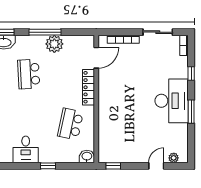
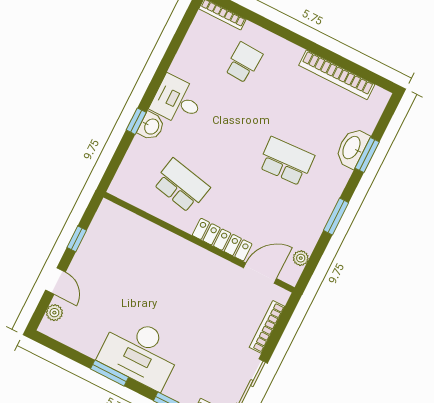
window: (45, 32) -> (336, 217), width x0.69
plant: (54, 44) -> (301, 258), moved, width x0.53, depth x0.53
door: (96, 58) -> (260, 273), swing flipped
washbasin: (87, 156) -> (151, 126), moved
window: (113, 166) -> (77, 239), moved

